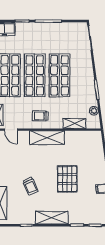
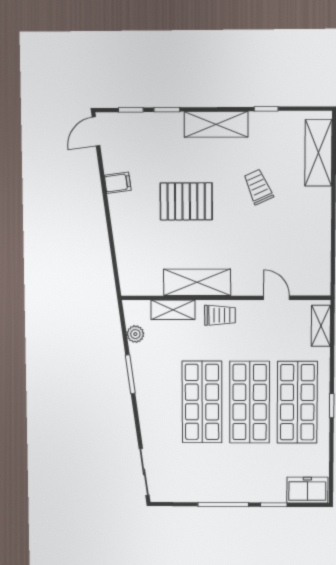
trolley: (40, 116) -> (220, 315), moved
door: (11, 130) -> (277, 298), moved
shelving: (47, 138) -> (197, 282), moved
pallet: (67, 179) -> (186, 201), turned 90

